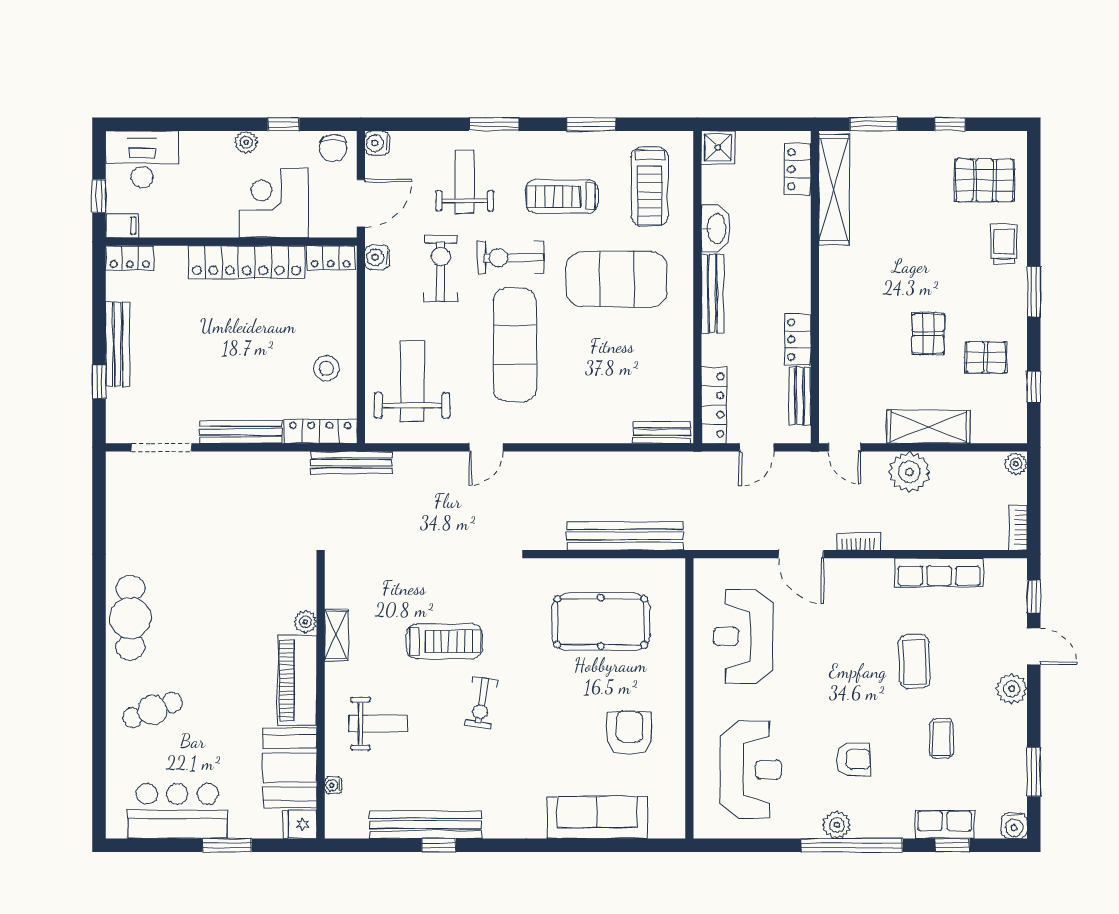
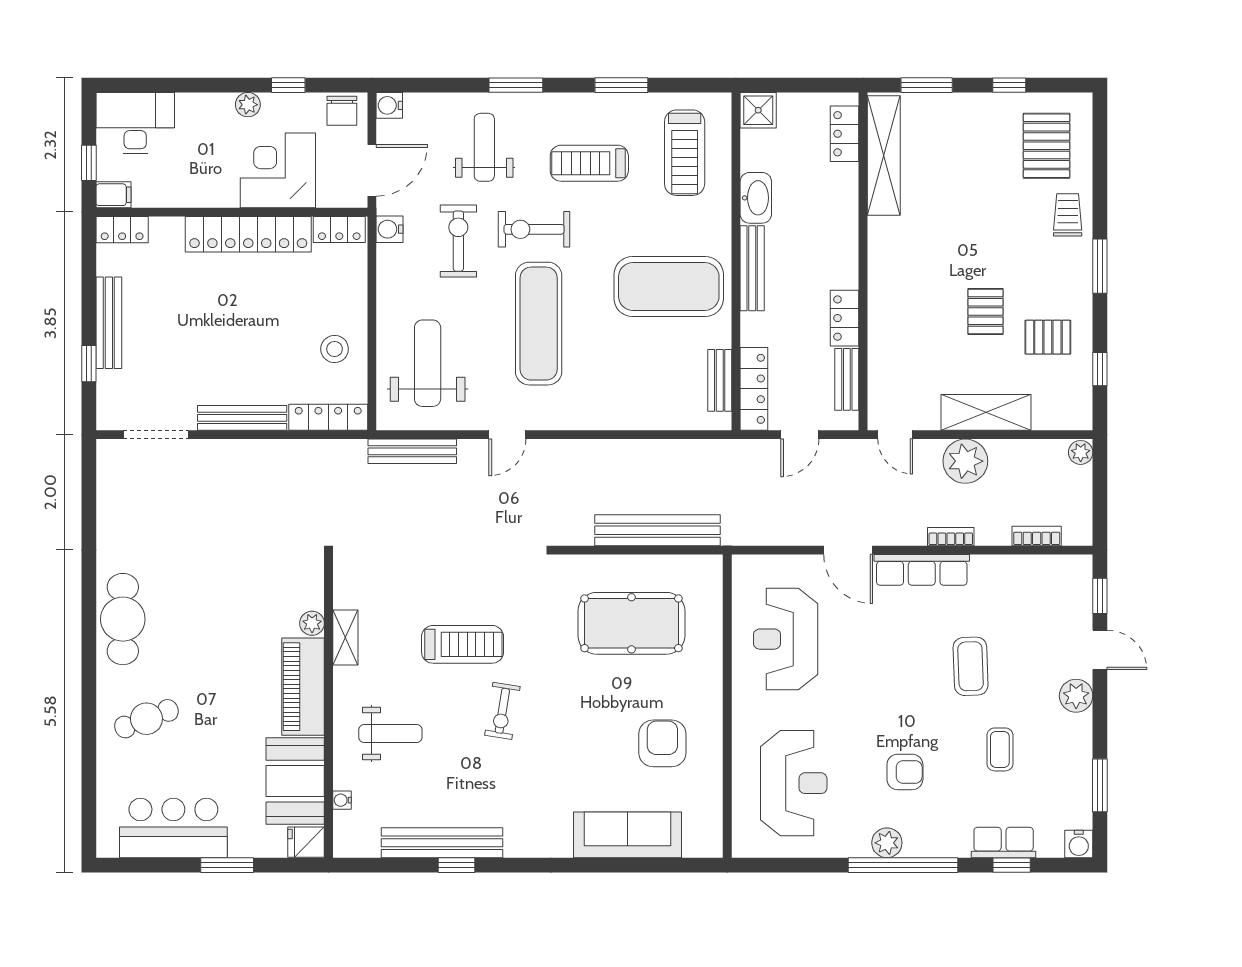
pallet: (984, 180) -> (1047, 146), turned 90
exercise mat: (617, 279) -> (669, 287), moved
bench: (662, 432) -> (720, 380), moved, turned 90
bench: (352, 463) -> (412, 451), moved
bookcase: (1018, 527) -> (1037, 536), moved, turned 90
bookcase: (858, 542) -> (951, 537), moved
row of seats: (939, 572) -> (922, 570), moved

